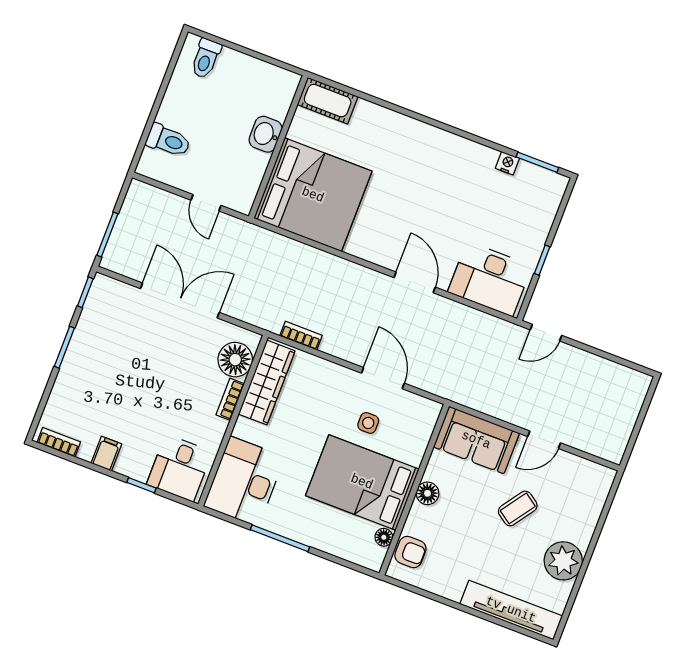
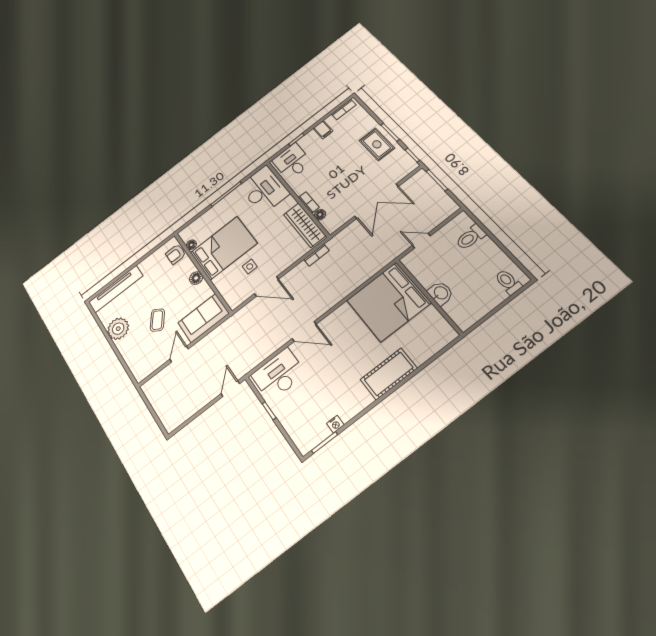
cot: (328, 101) -> (389, 374), moved, width x1.37, depth x1.34
rug: (92, 355) -> (377, 144), added
floor lamp: (235, 360) -> (320, 215), width x0.53, depth x0.53

